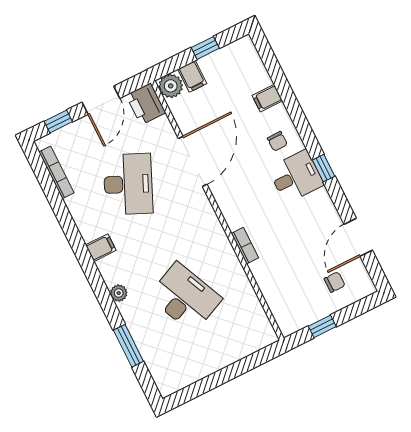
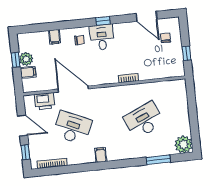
plant: (171, 86) -> (26, 59), moved
printer: (146, 104) -> (45, 101), moved
plant: (119, 293) -> (184, 144), moved, width x1.88, depth x1.88

